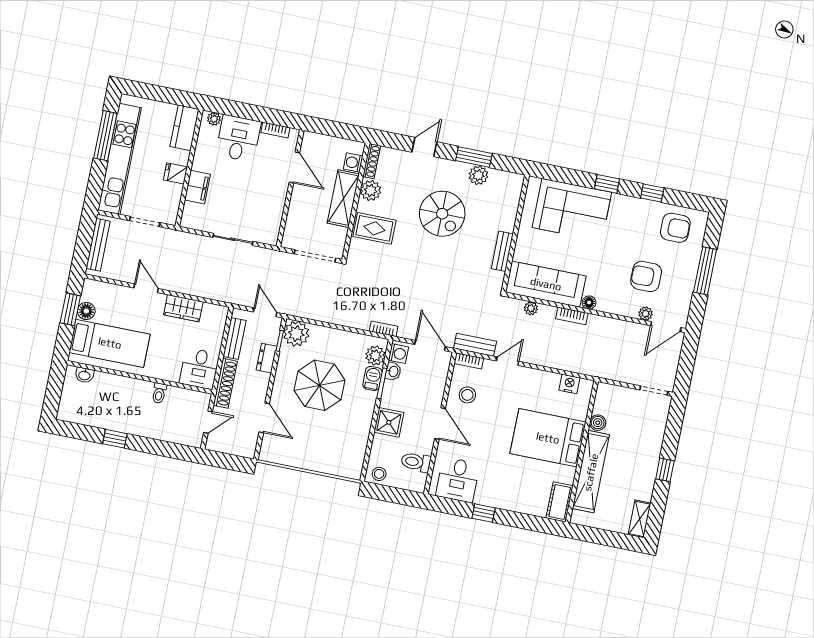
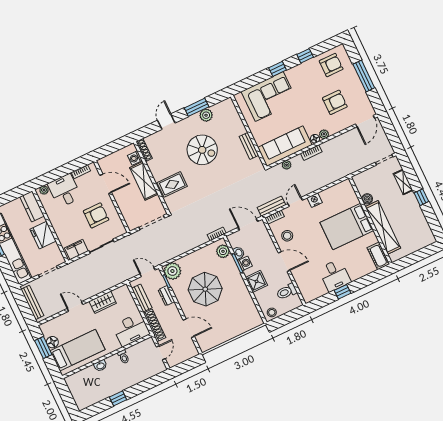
fridge: (175, 173) -> (43, 235), width x1.88, depth x1.34
filing cabinet: (198, 187) -> (76, 250), moved, turned -90
plant: (371, 191) -> (155, 166), removed
armchair: (254, 197) -> (96, 215), added
armchair: (646, 276) -> (335, 102), turned 180
plant: (646, 314) -> (324, 134), moved
washing machine: (398, 354) -> (245, 263), moved
desk: (199, 369) -> (131, 330), width x1.37
washbasin: (84, 375) -> (100, 366), moved
barbecue: (372, 378) -> (231, 265), removed
nightstand: (569, 384) -> (315, 200), moved
desk: (458, 480) -> (335, 275), moved
shelving: (640, 519) -> (403, 182), moved

